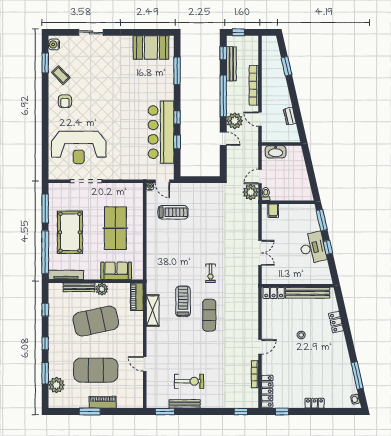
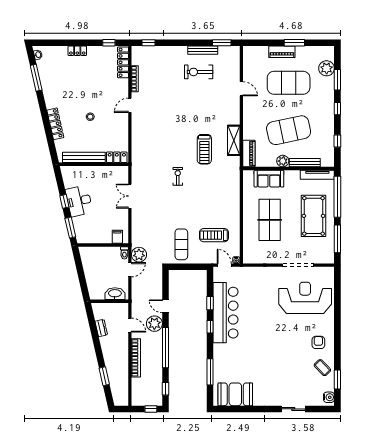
bench: (231, 64) -> (158, 379), removed
exercise mat: (209, 315) -> (181, 244), moved
locker: (336, 322) -> (55, 124), width x1.53

